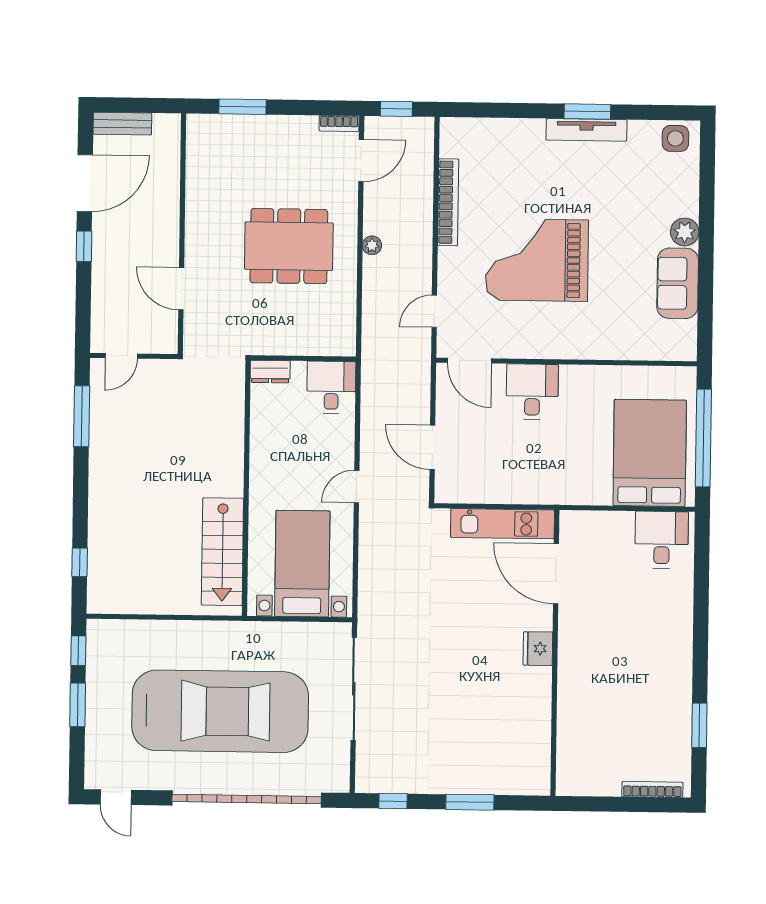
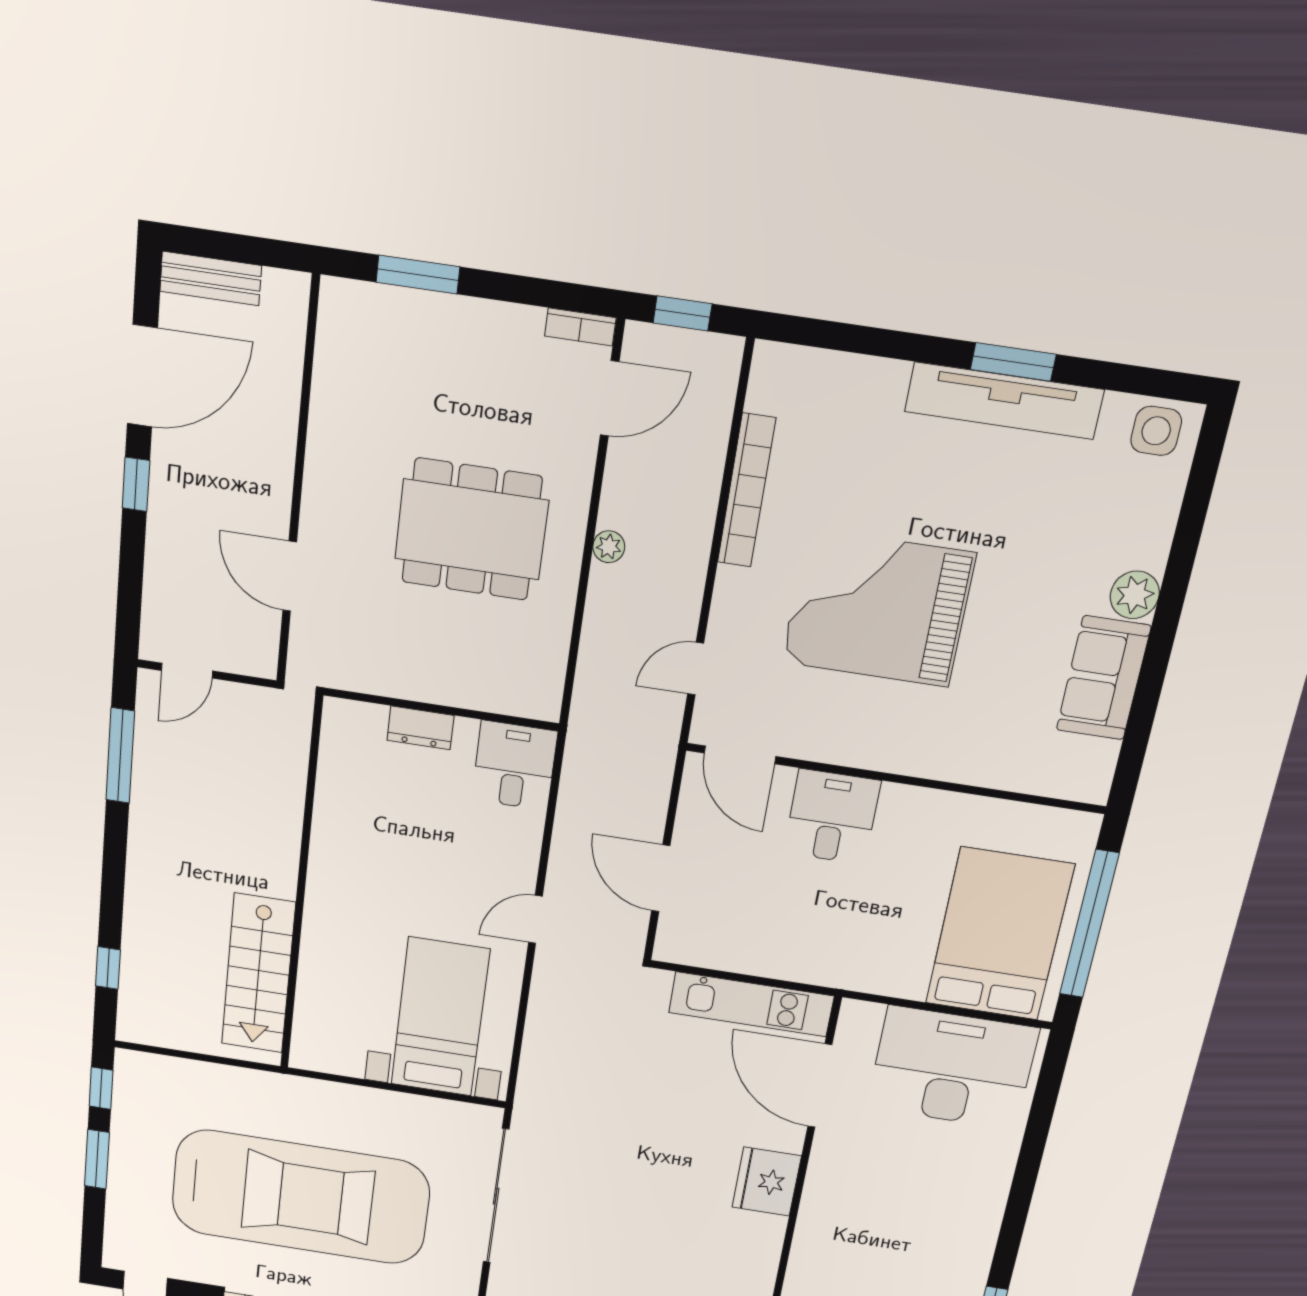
tv unit: (587, 130) -> (1004, 401), width x1.36, depth x1.29
wall: (246, 488) -> (301, 888), moved
desk: (662, 540) -> (952, 1068), width x1.87, depth x1.30
stairs: (222, 552) -> (258, 974), moved
fridge: (538, 649) -> (767, 1182), width x1.36, depth x1.34

